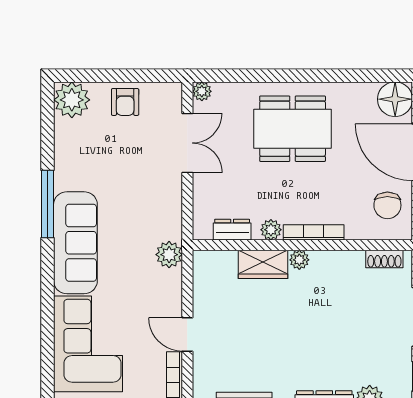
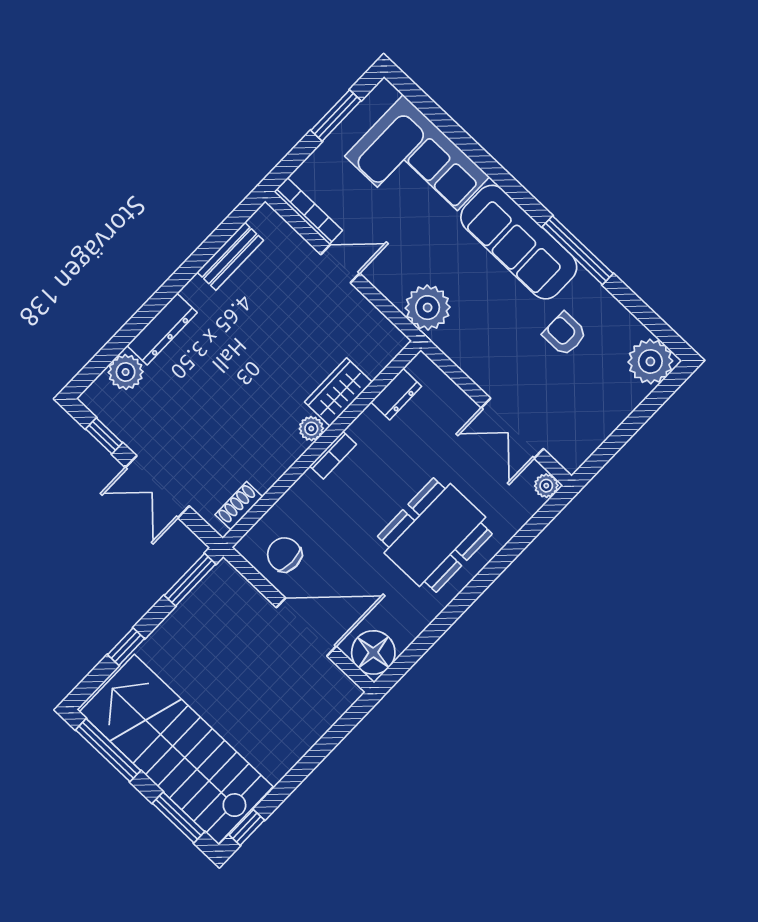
armchair: (125, 102) -> (565, 334), moved
plant: (271, 230) -> (363, 429), removed
bookcase: (314, 232) -> (333, 455), width x0.64
plant: (169, 255) -> (428, 308), width x1.36, depth x1.36

